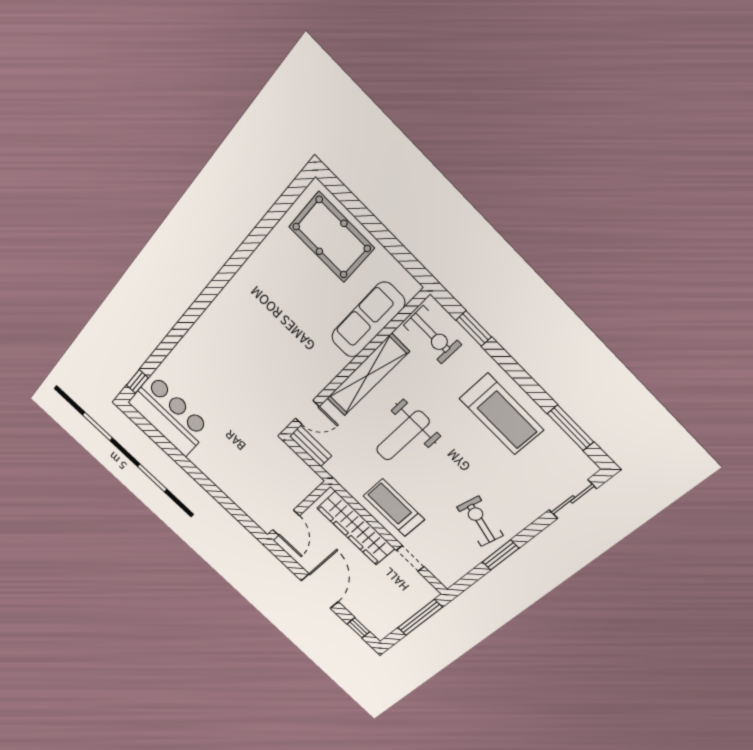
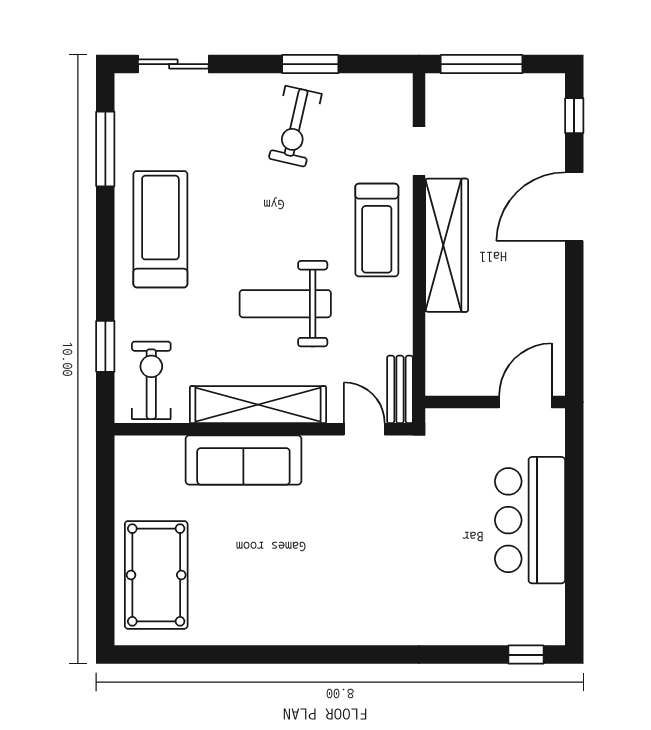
sofa: (368, 320) -> (243, 460), moved
bar counter: (169, 415) -> (530, 520), moved
weight bench: (403, 436) -> (285, 304), turned 180
wall: (298, 511) -> (495, 402), moved
door: (286, 523) -> (525, 402), moved

